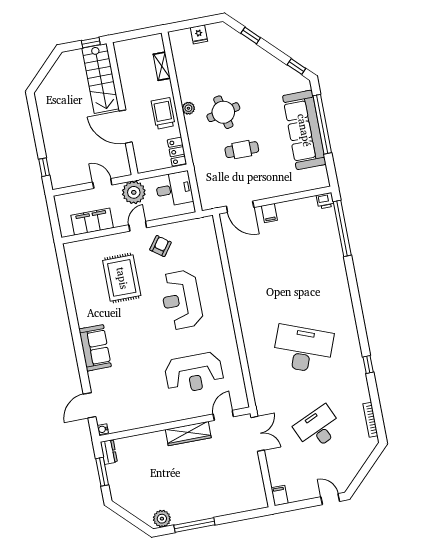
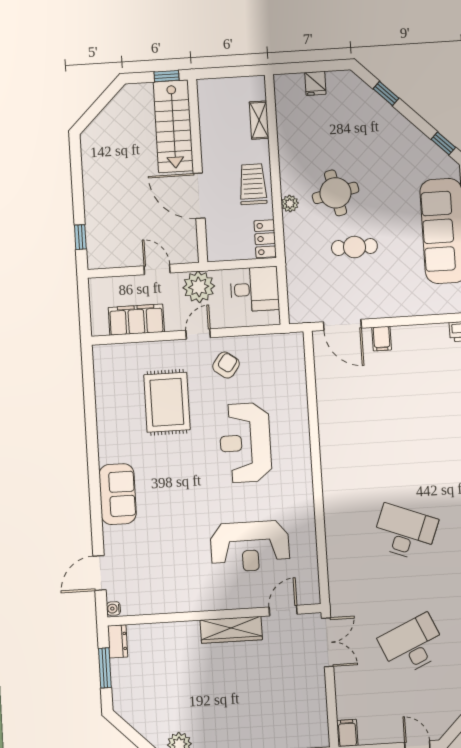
plant: (188, 108) -> (290, 204), moved
desk: (303, 349) -> (405, 532), width x0.73, depth x0.77

